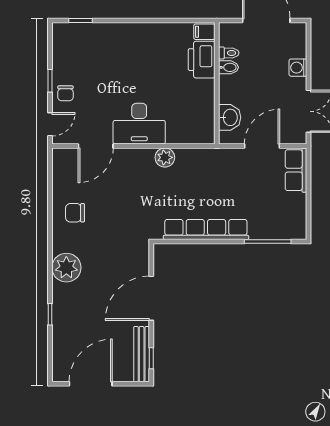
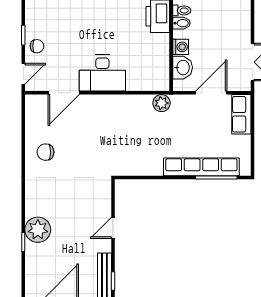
washing machine: (298, 68) -> (181, 47), moved, turned 180
chair: (65, 93) -> (37, 46), turned -90
plant: (165, 157) -> (162, 103), moved
row of seats: (206, 229) -> (201, 167), moved
plant: (66, 268) -> (38, 230), moved
door: (151, 298) -> (113, 228), width x0.53

